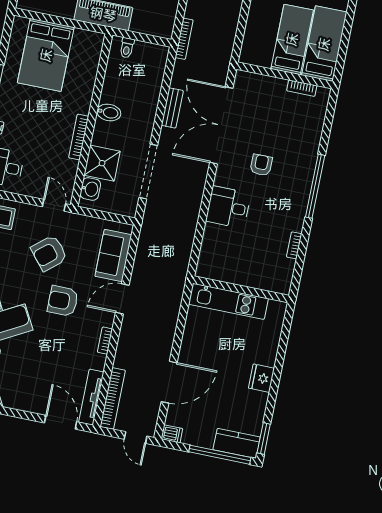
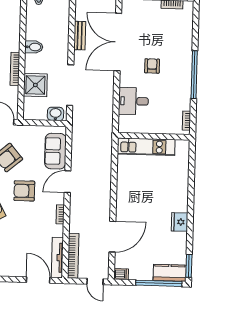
washbasin: (90, 189) -> (56, 114), moved, turned -90
wall: (241, 289) -> (154, 136), moved
kitchen unit: (228, 301) -> (146, 147), moved

